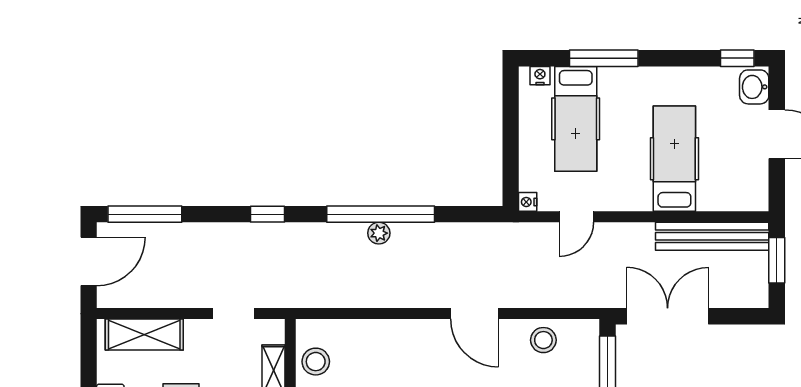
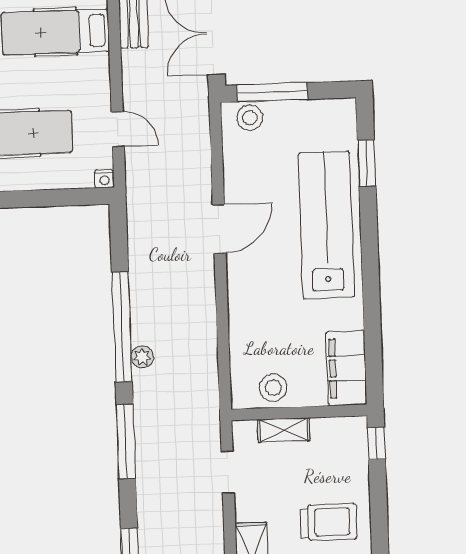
window: (268, 214) -> (126, 441), width x2.17
plant: (379, 233) -> (142, 357), moved
stool: (543, 340) -> (250, 118), moved

